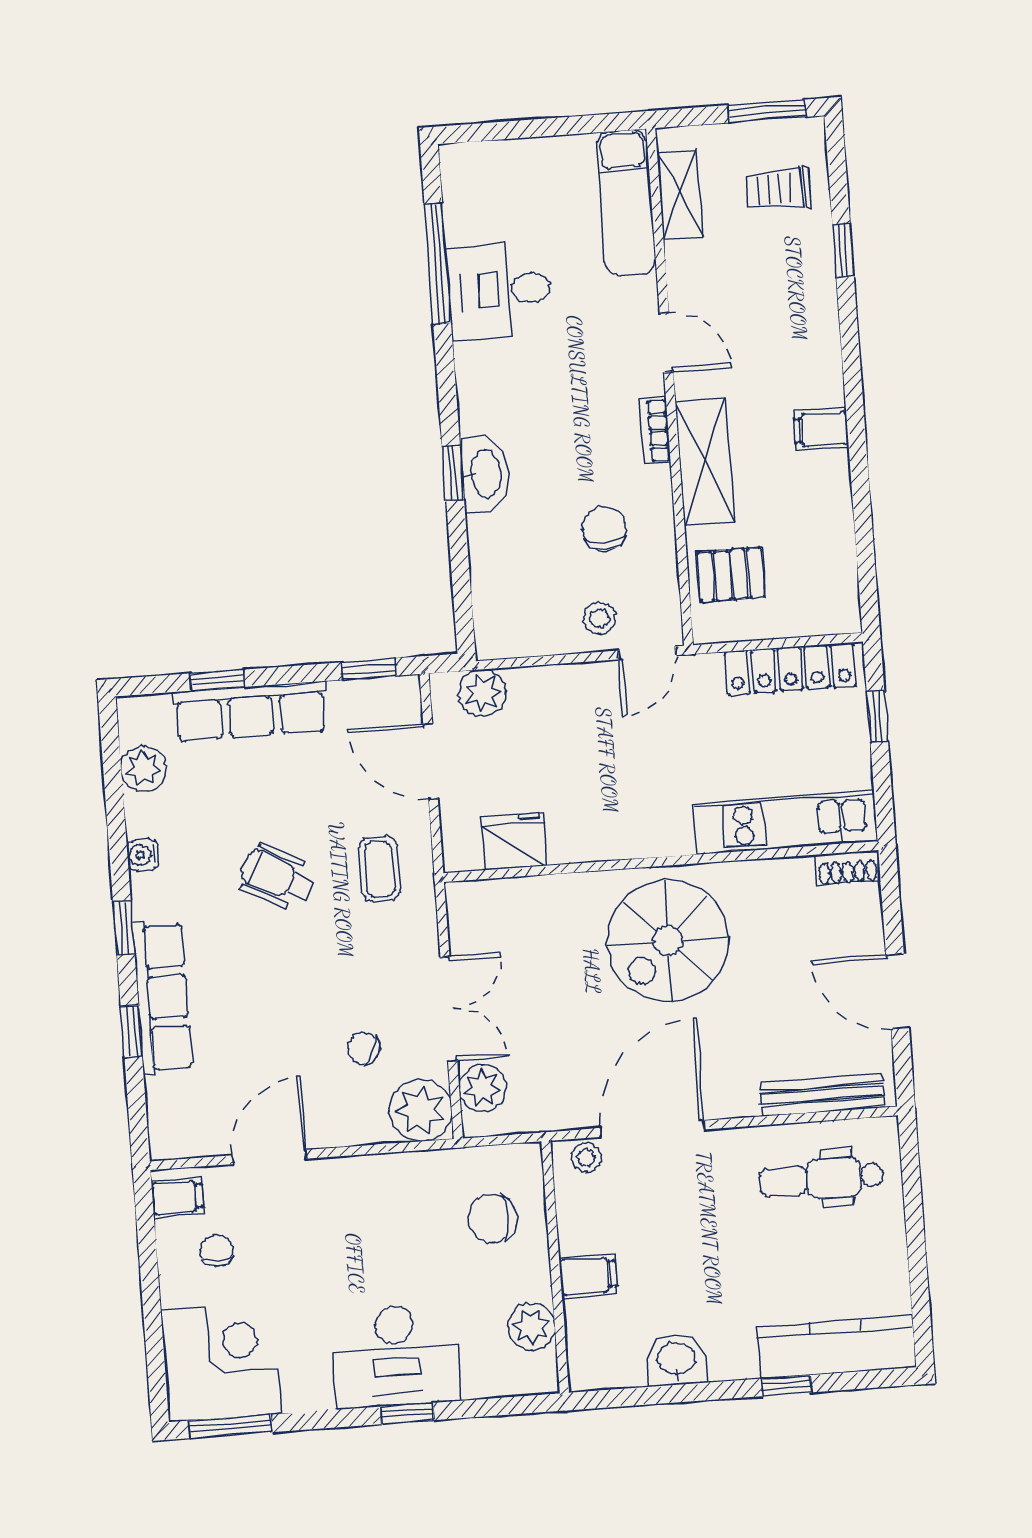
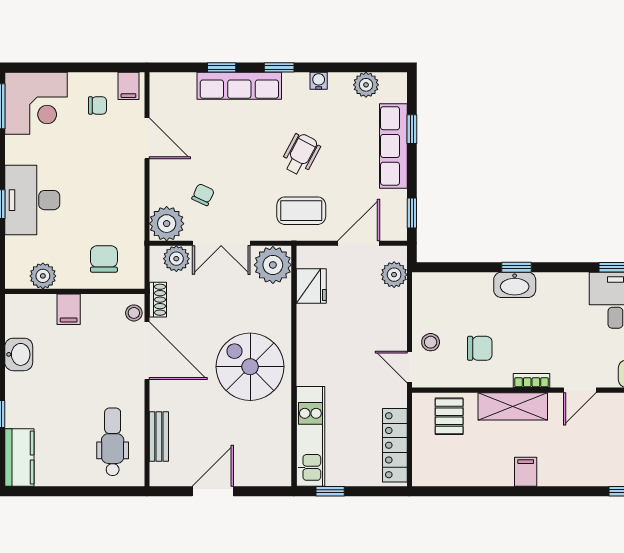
window: (877, 717) -> (330, 491), moved
shoe rack: (848, 868) -> (158, 300), moved, turned 180
coffee table: (379, 869) -> (301, 211), width x1.36, depth x1.30
plant: (481, 913) -> (273, 265), added
bench: (822, 1095) -> (159, 436), width x0.73
kitchen counter: (836, 1347) -> (19, 458), width x0.67

